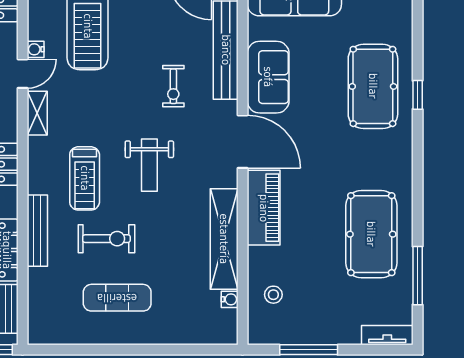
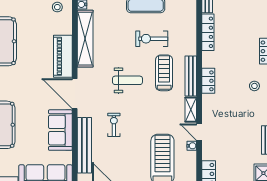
door: (23, 74) -> (199, 132), hinge flipped
weight bench: (149, 165) -> (127, 80), turned 90
bench: (37, 231) -> (191, 76), moved

